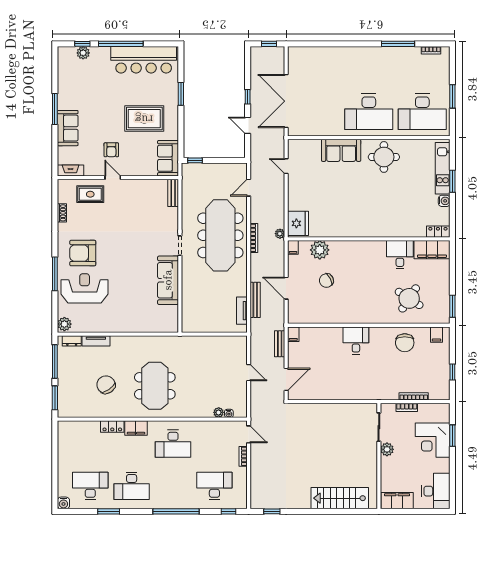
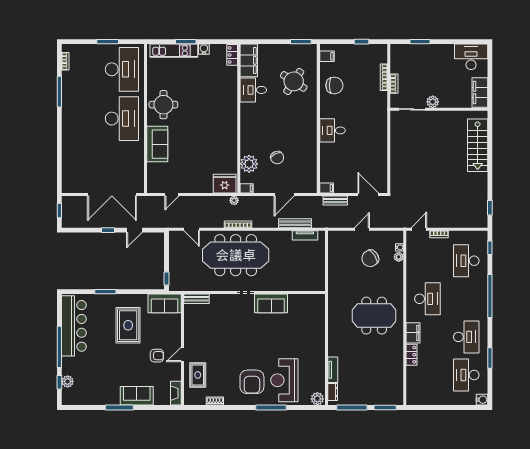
sofa: (168, 280) -> (271, 303), width x0.73
chair: (106, 385) -> (370, 258), moved
corner desk: (433, 440) -> (424, 60), removed

